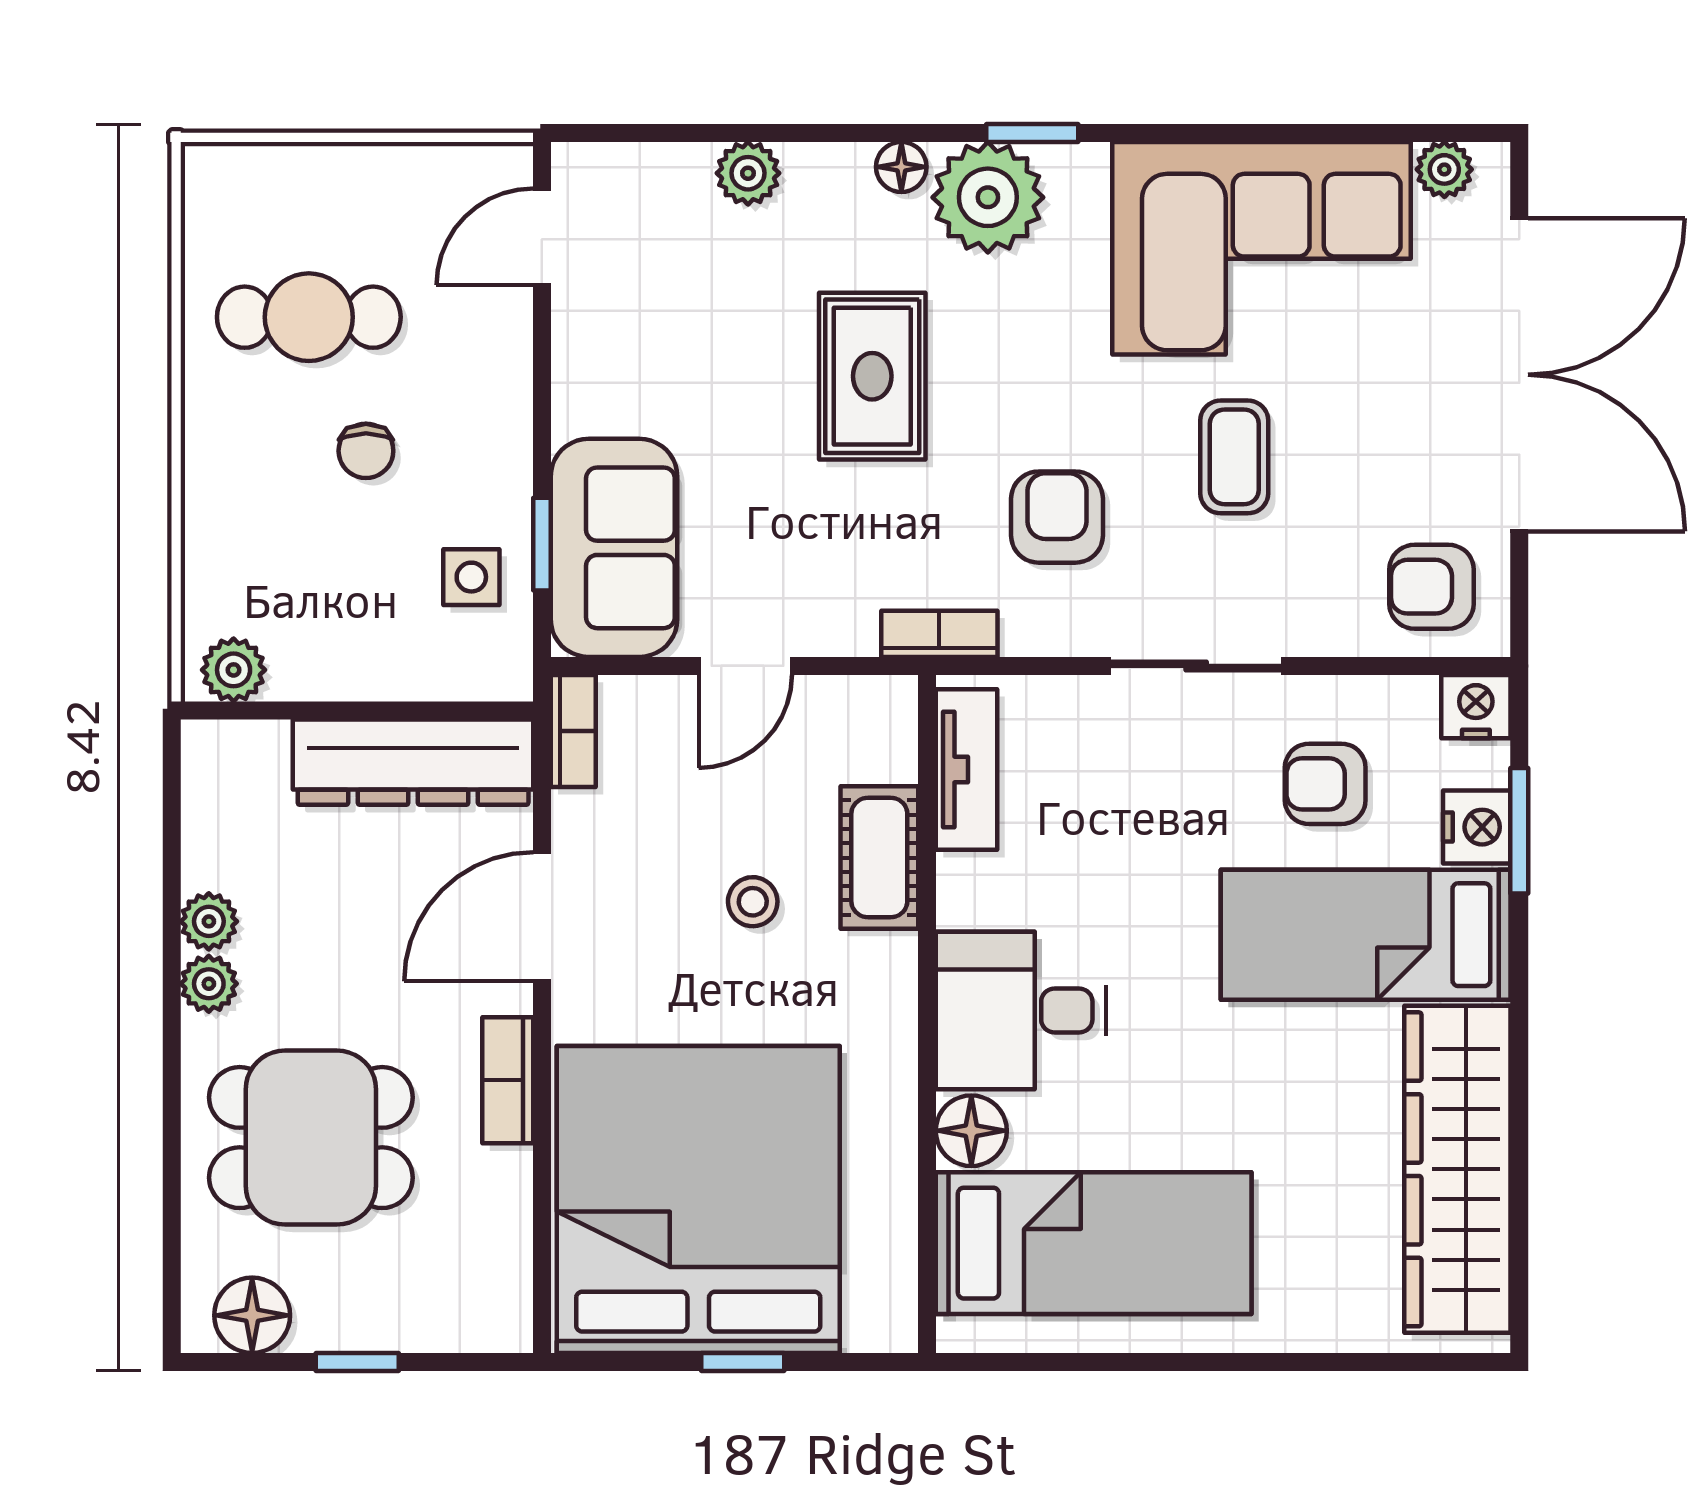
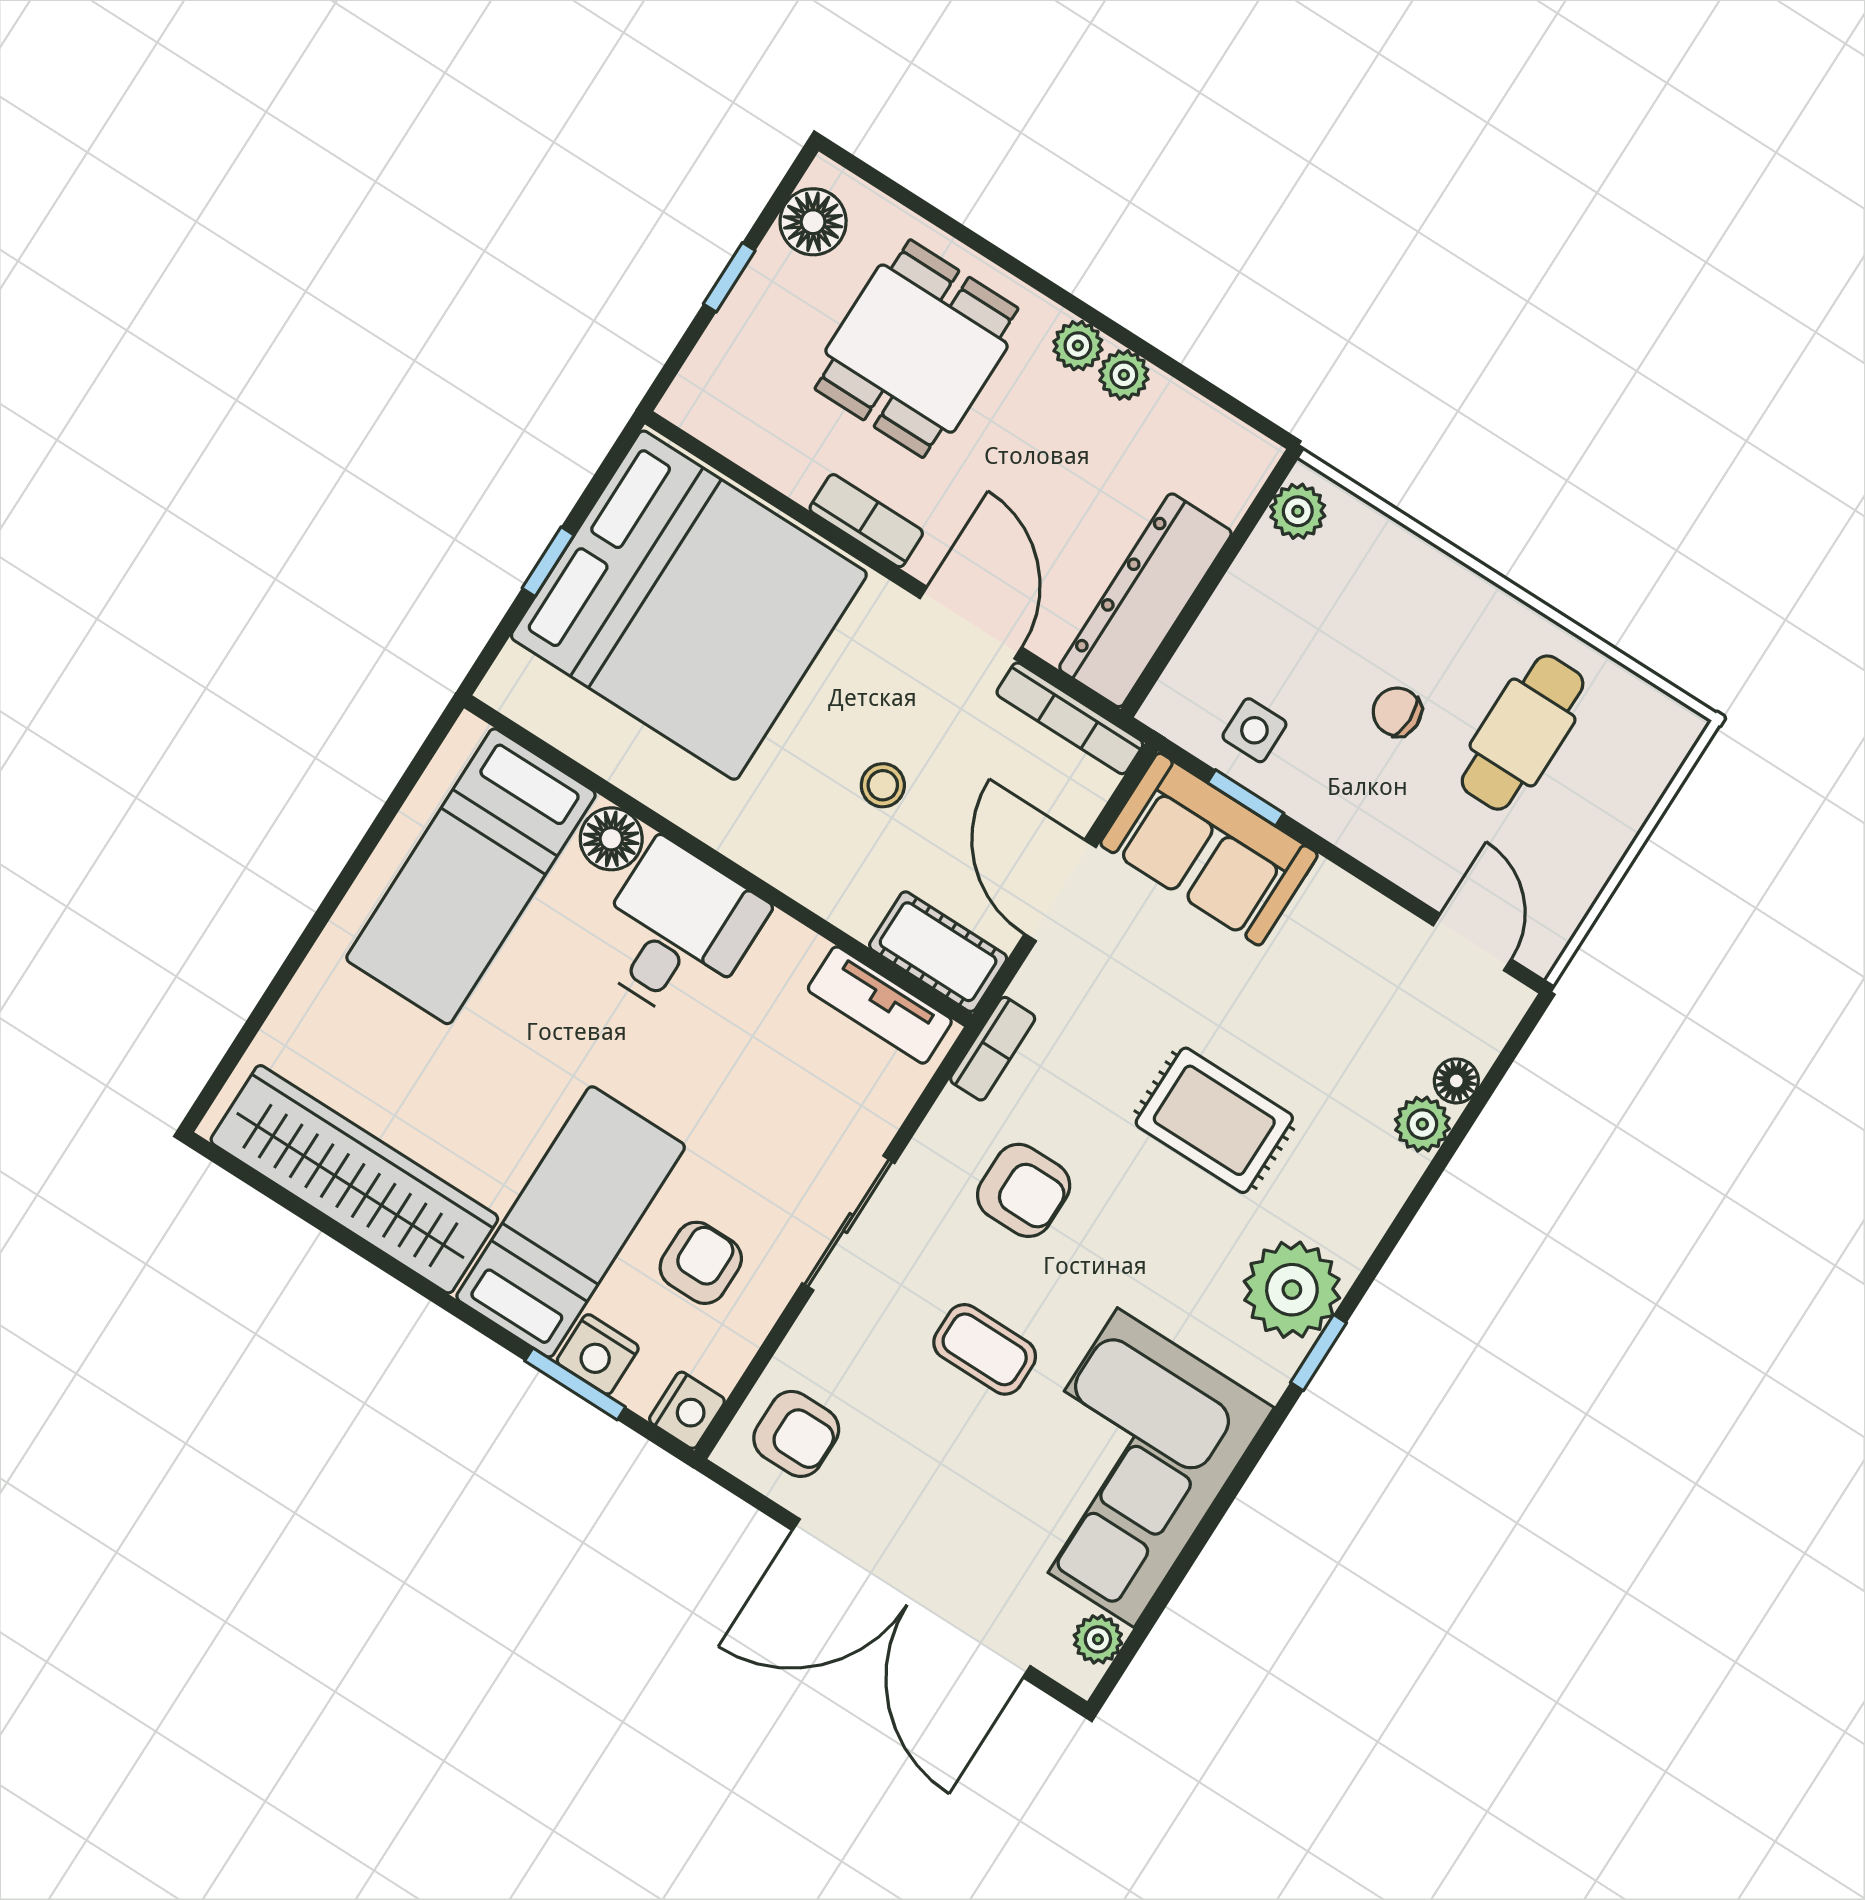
floor lamp: (901, 167) -> (1456, 1081), moved
armchair: (1432, 587) -> (796, 1434), turned 90
door: (745, 666) -> (1060, 890), width x1.38
bookcase: (573, 731) -> (1070, 718), width x1.56
cot: (879, 858) -> (938, 952), moved

